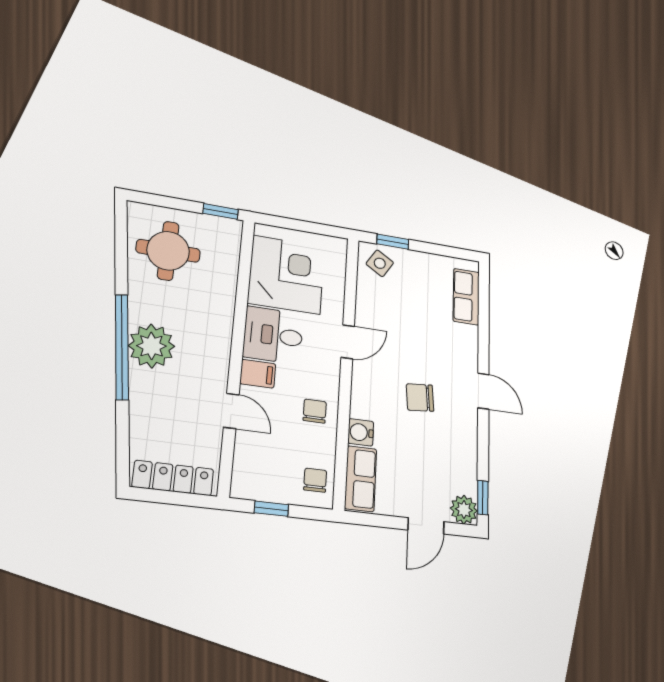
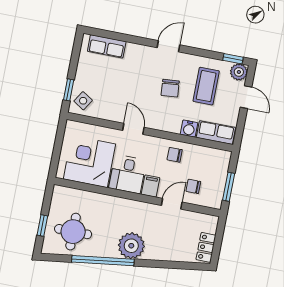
window: (221, 211) -> (42, 225), moved
window: (122, 347) -> (103, 261), moved
coffee table: (433, 456) -> (206, 86), added
locker: (173, 478) -> (206, 247), width x0.66
chair: (315, 480) -> (193, 186), moved
window: (271, 509) -> (229, 187), width x1.50

